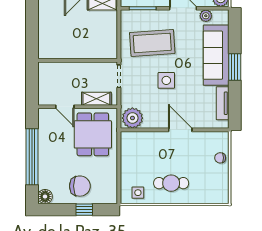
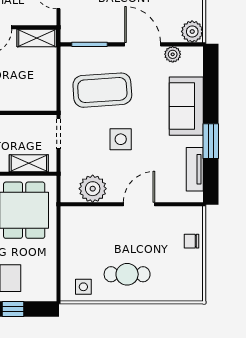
sofa: (216, 55) -> (186, 106), width x0.73
window: (235, 67) -> (211, 141), moved
plant: (132, 118) -> (93, 189), moved
door: (180, 130) -> (139, 204), hinge flipped

